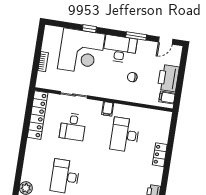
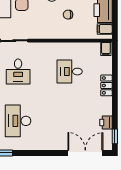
filing cabinet: (108, 109) -> (106, 49), moved
desk: (125, 135) -> (70, 72), width x0.73

